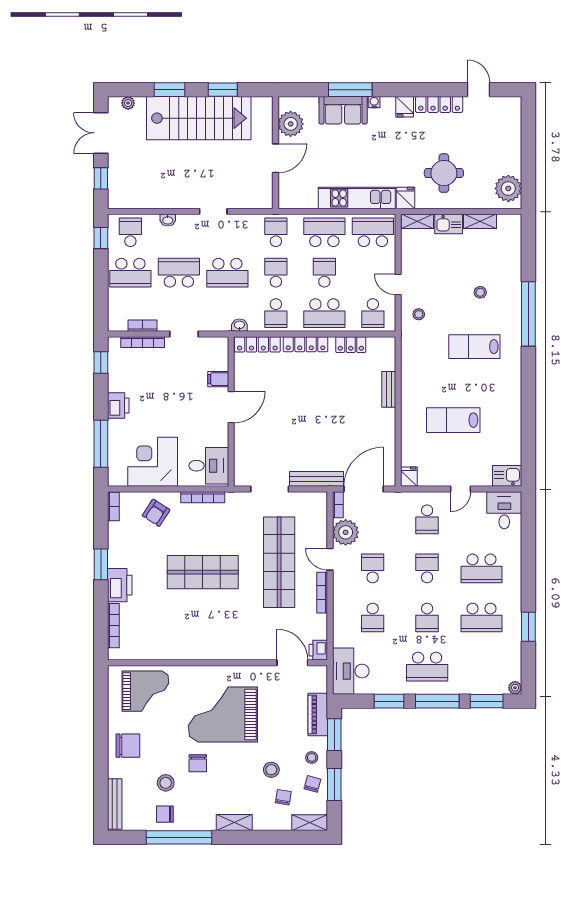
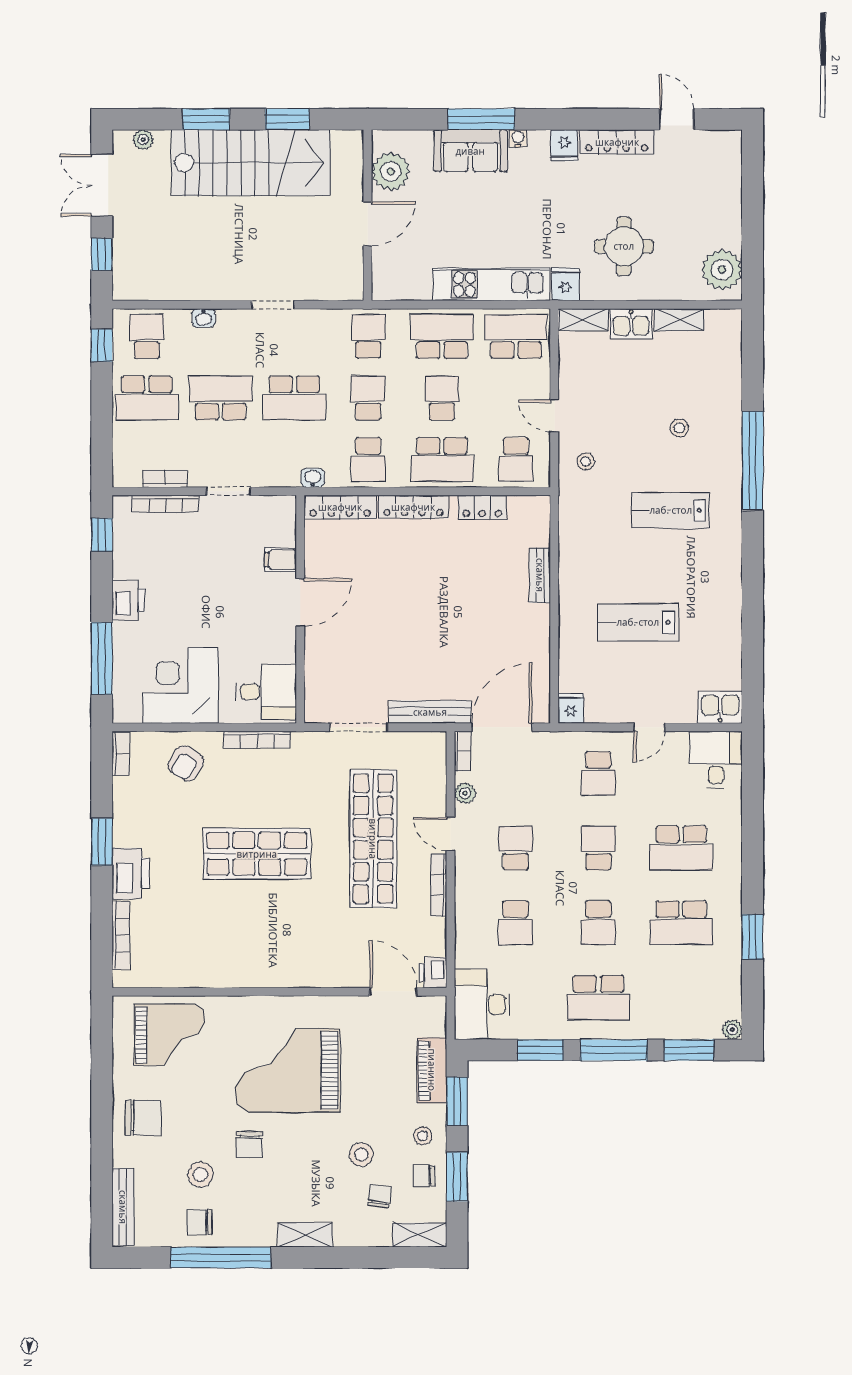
plant: (346, 532) -> (465, 793), width x0.53, depth x0.53
chair: (312, 784) -> (424, 1176), turned -105

